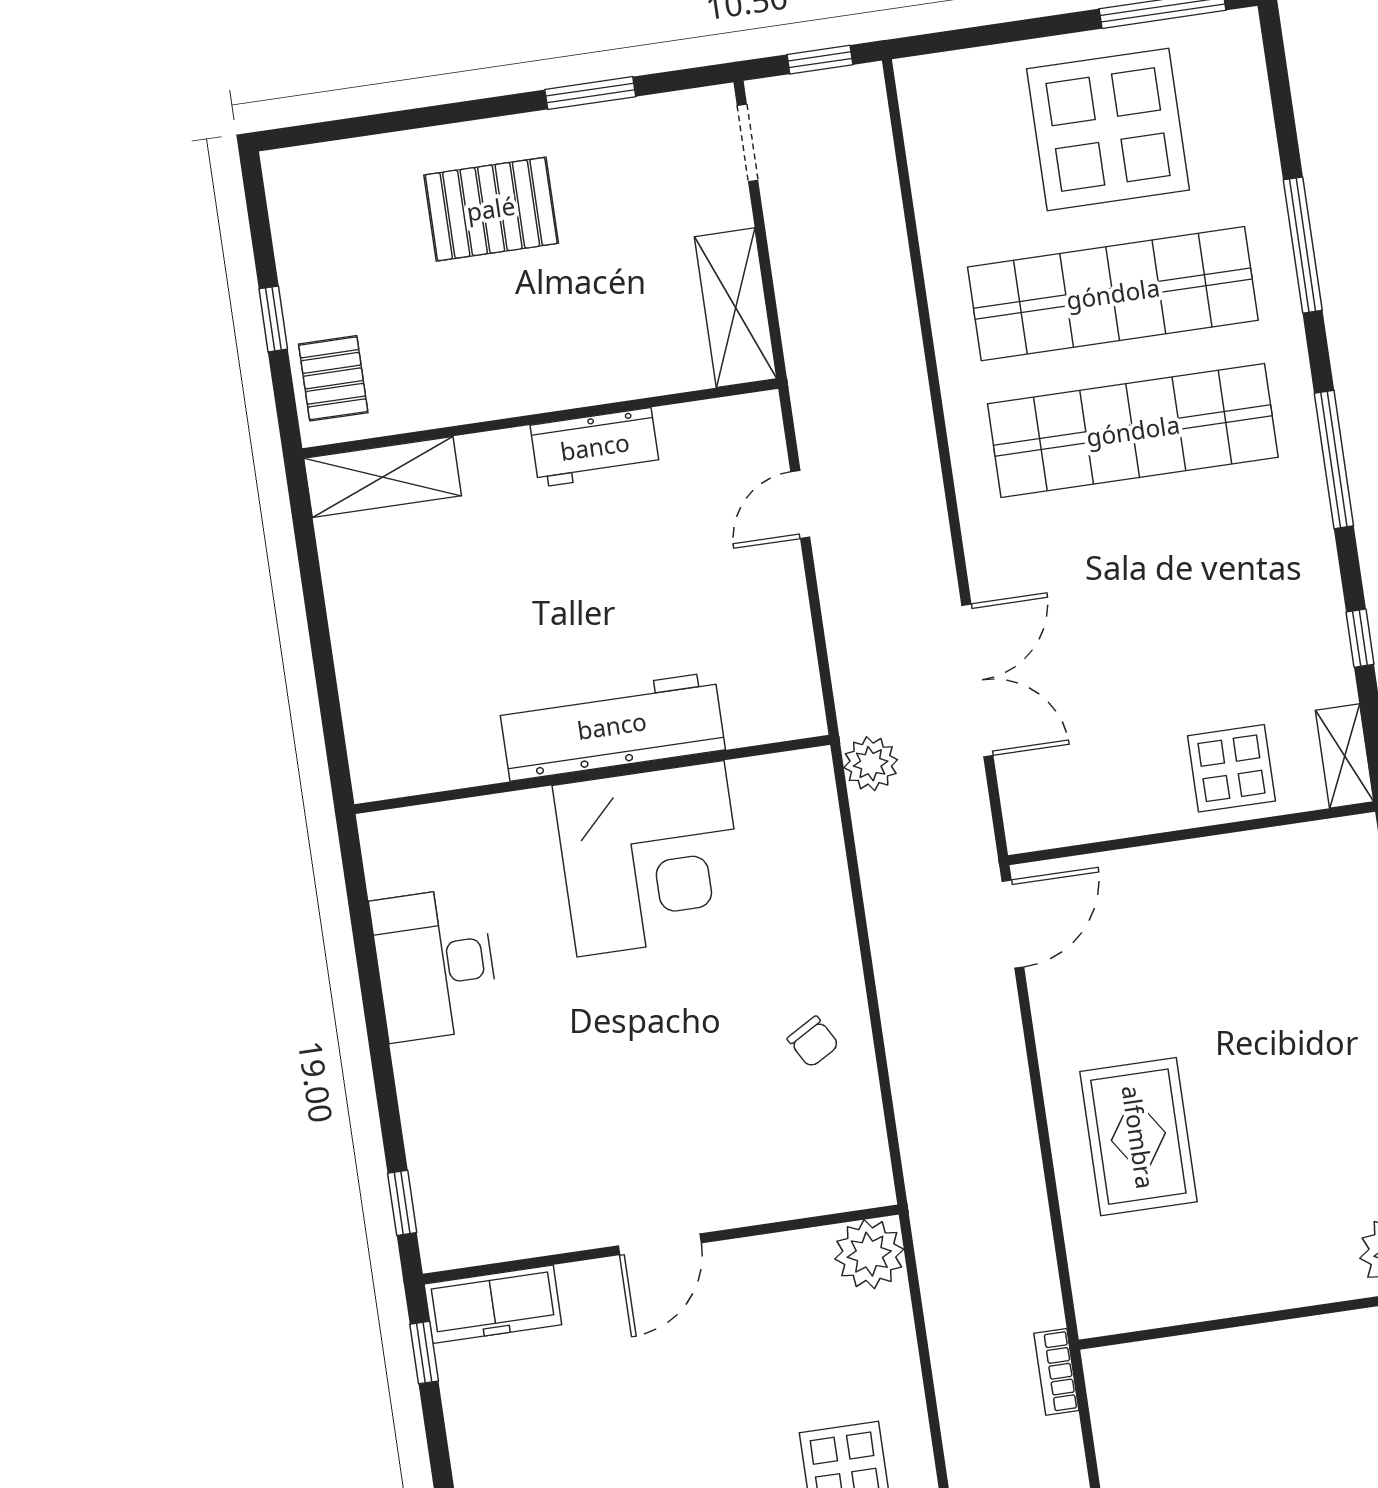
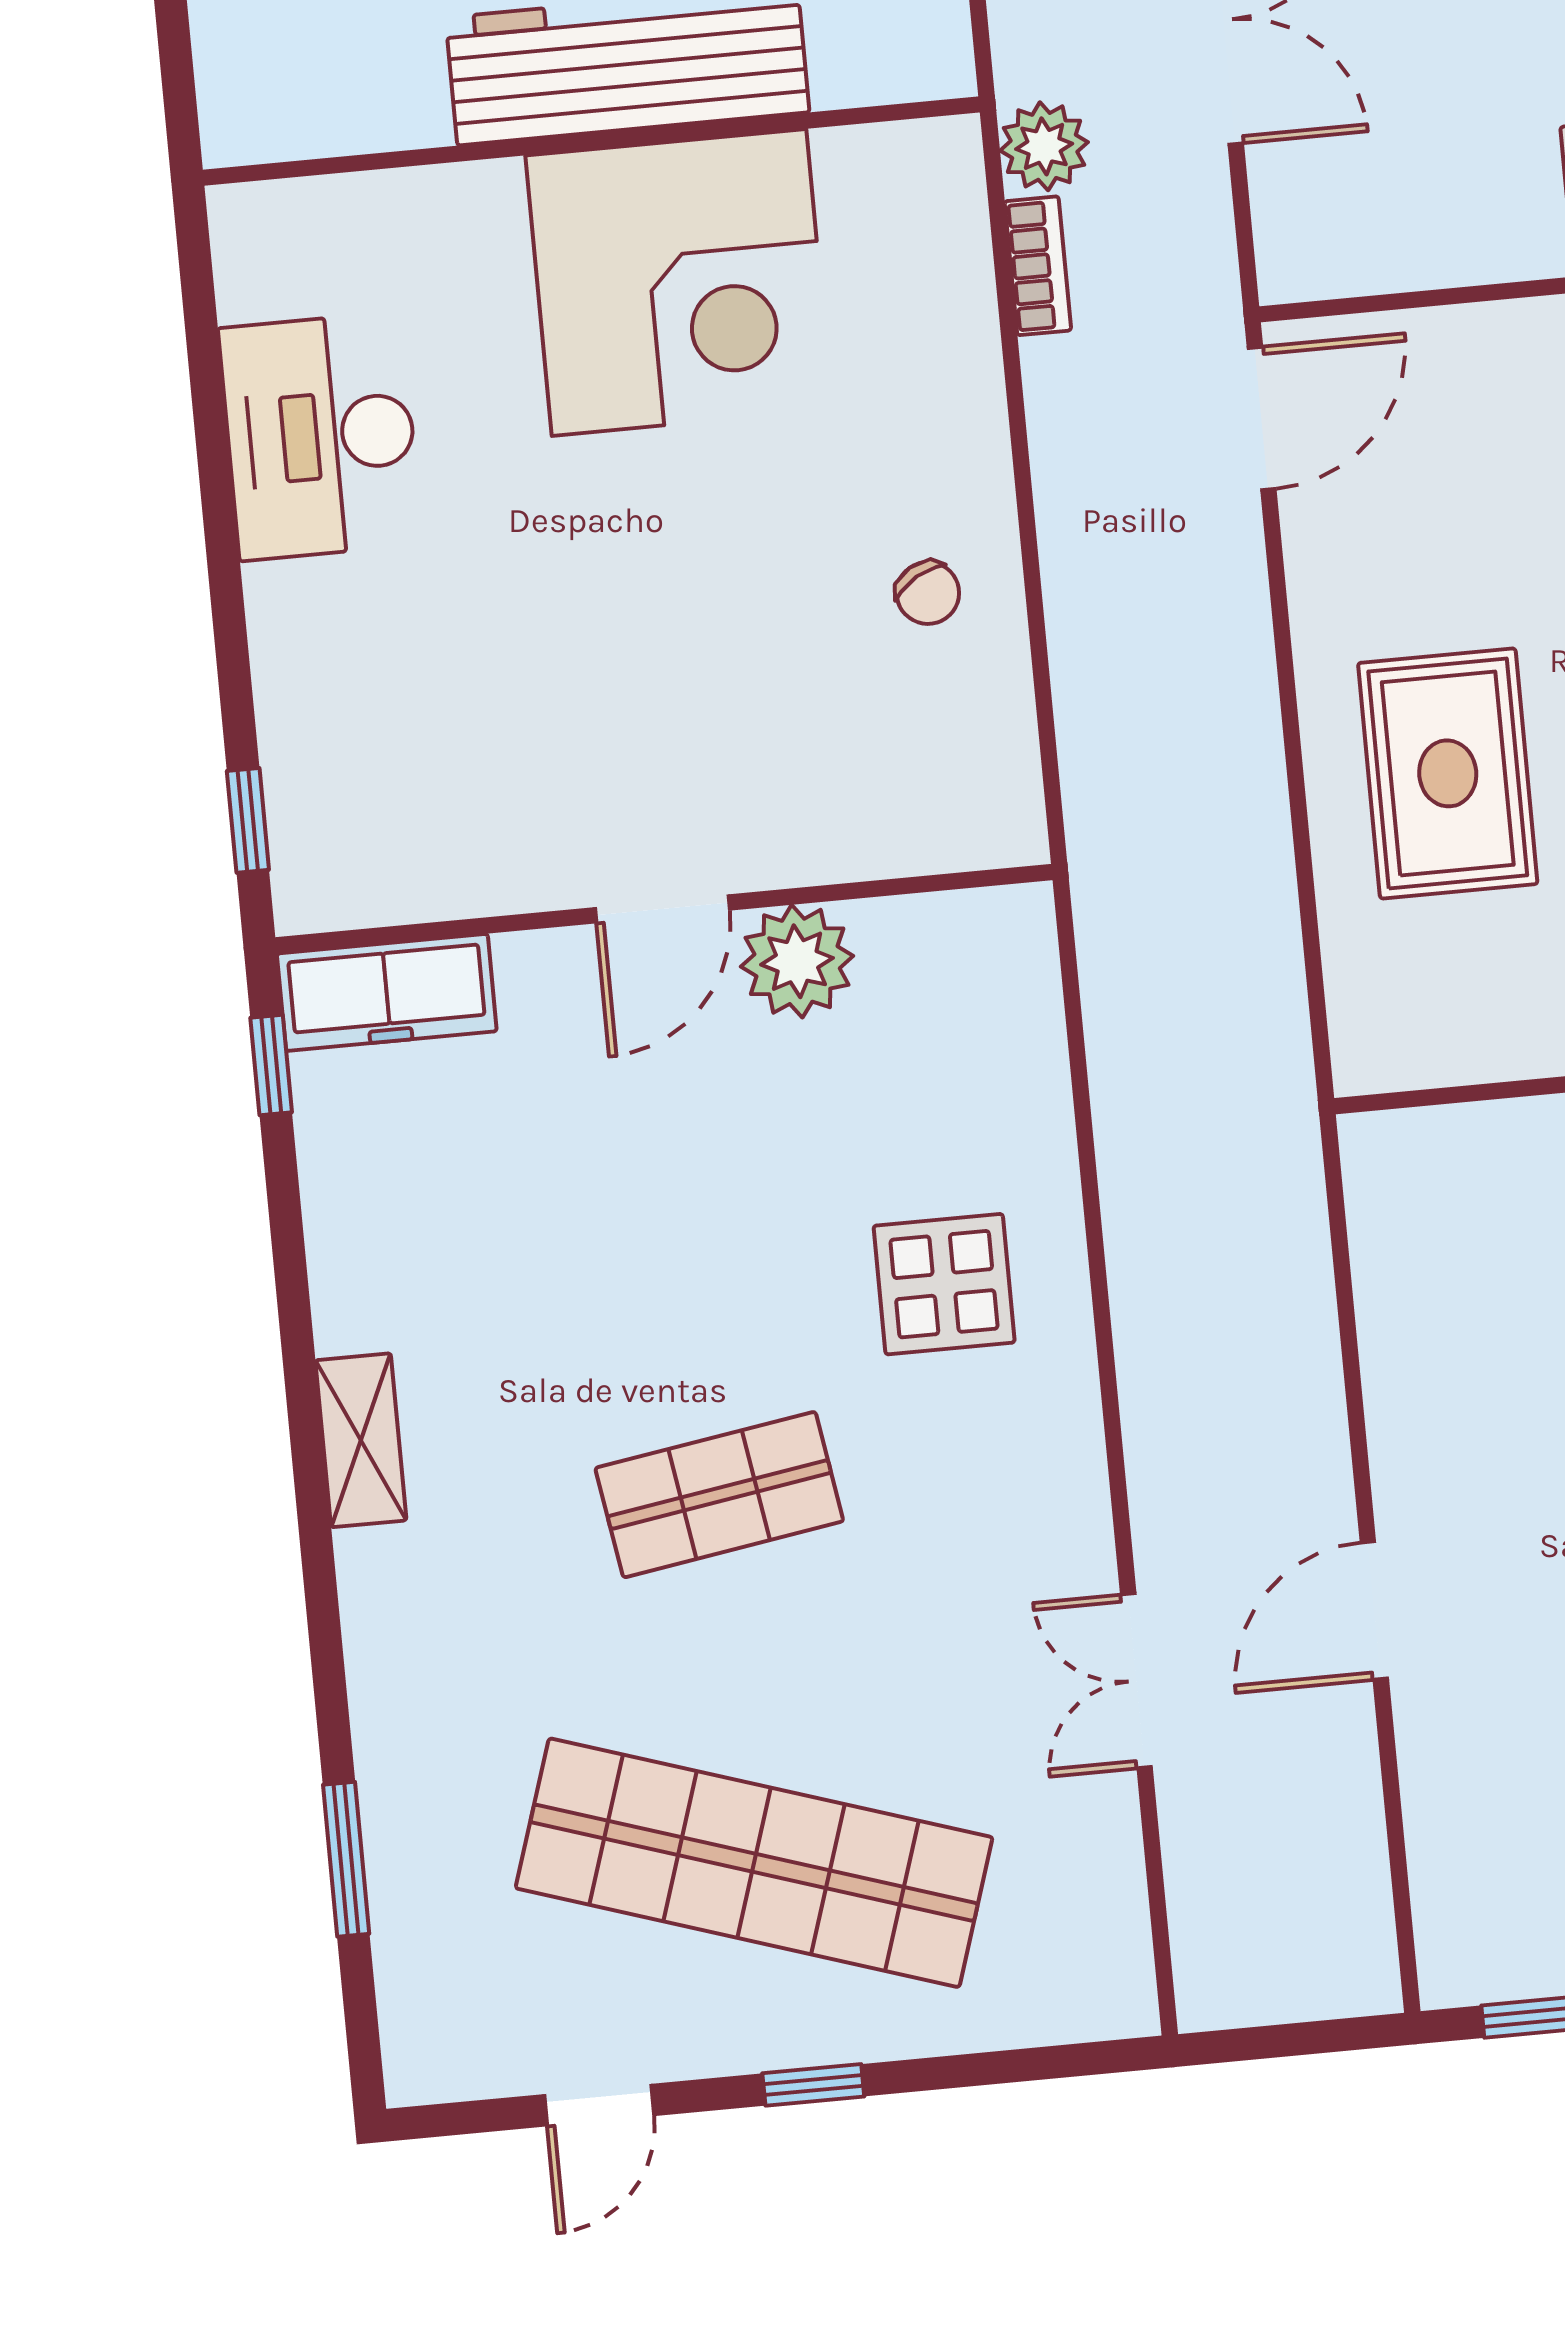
plant: (869, 1254) -> (797, 961), moved
bookcase: (1056, 1372) -> (1038, 266), moved, turned 180

